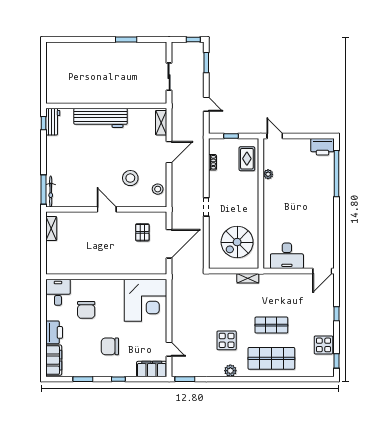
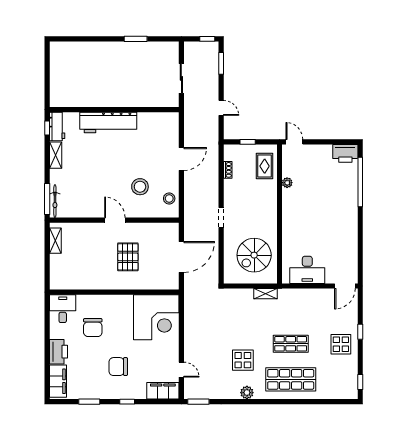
shelving: (161, 123) -> (56, 155), moved
pallet: (142, 232) -> (128, 257), moved, width x1.50, depth x1.42
display table: (324, 345) -> (341, 344), moved

